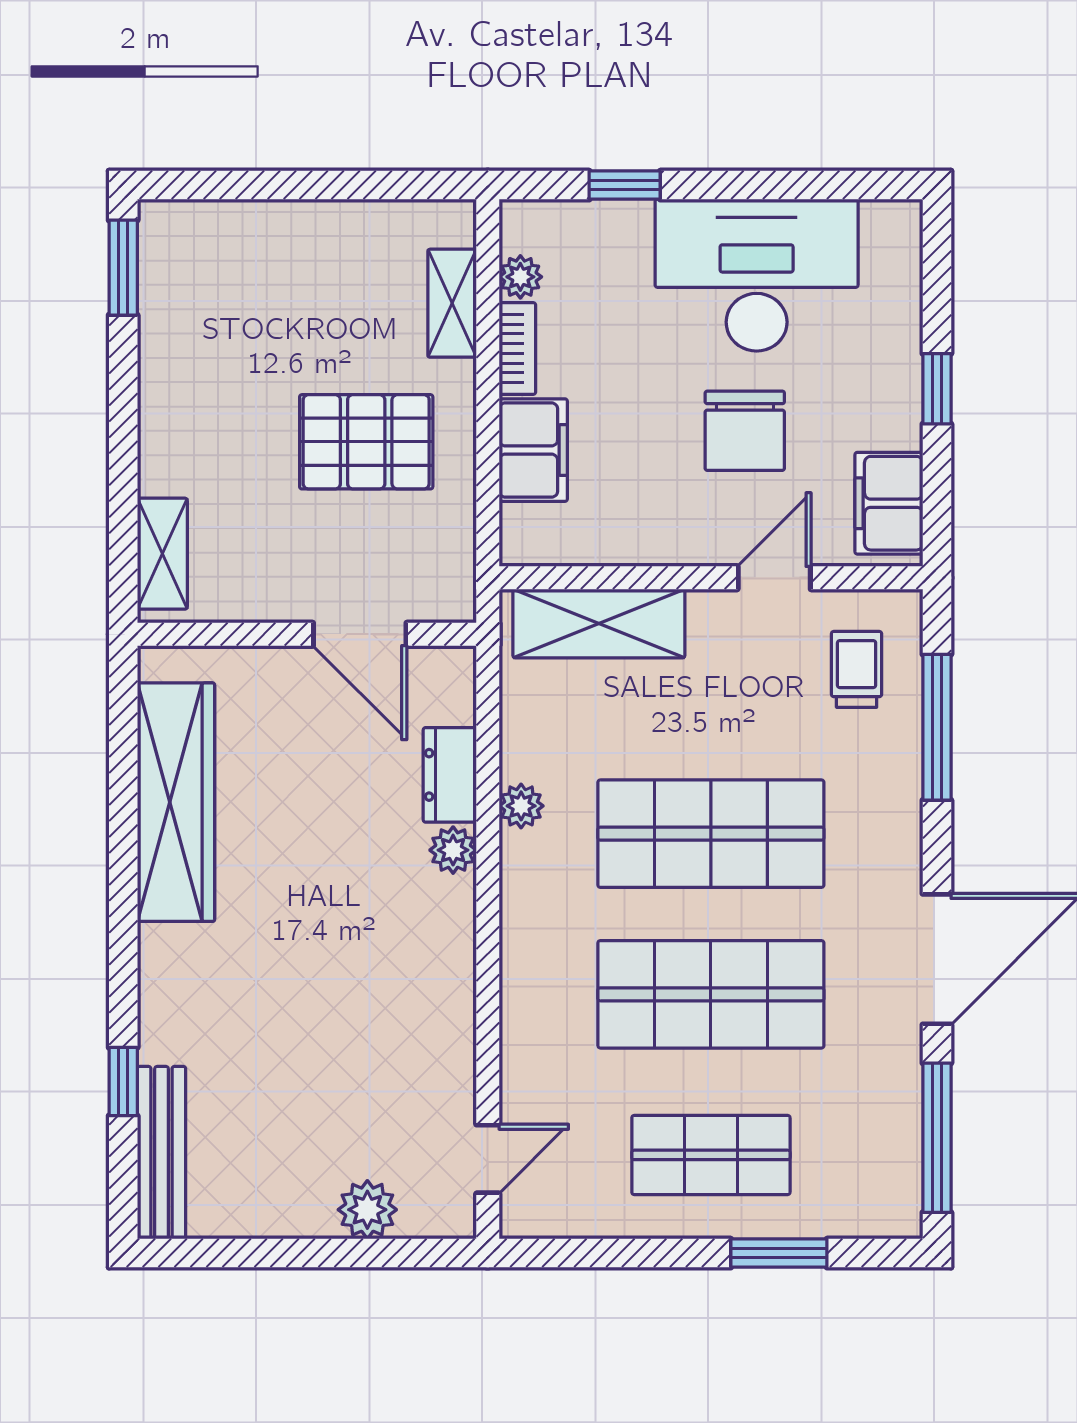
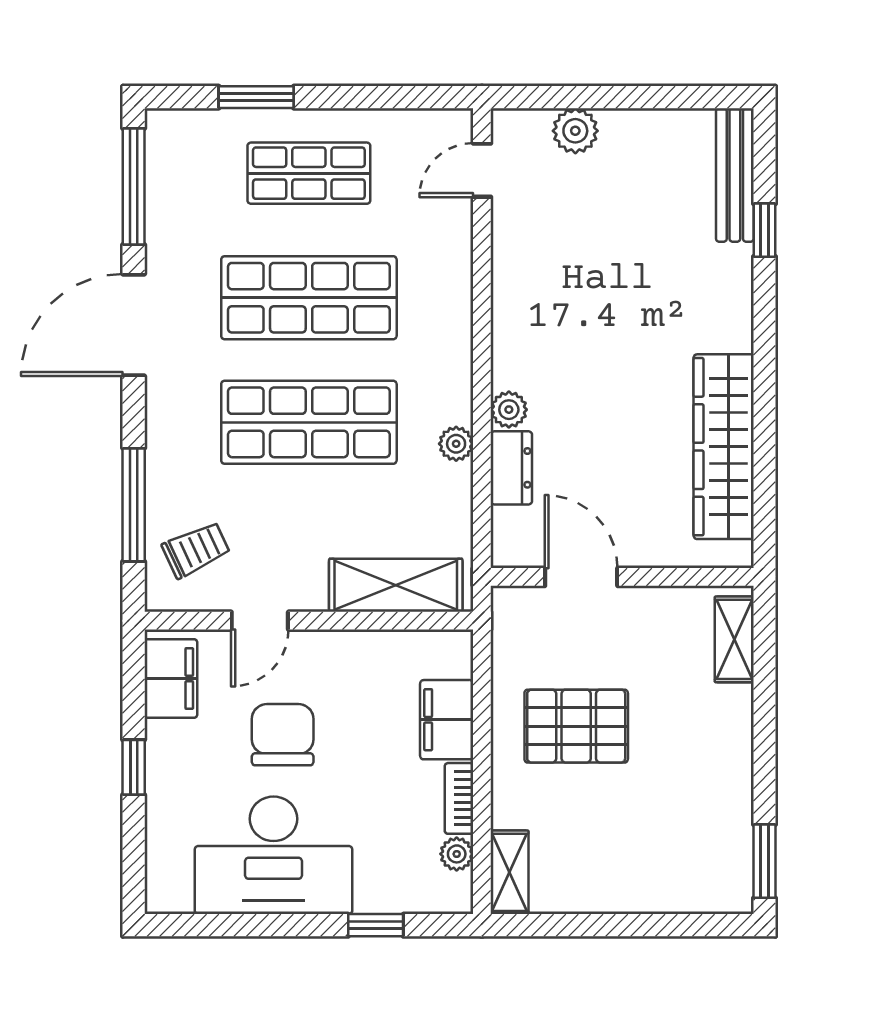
shelving: (452, 303) -> (510, 872), moved
trolley: (857, 669) -> (196, 550), turned -115

